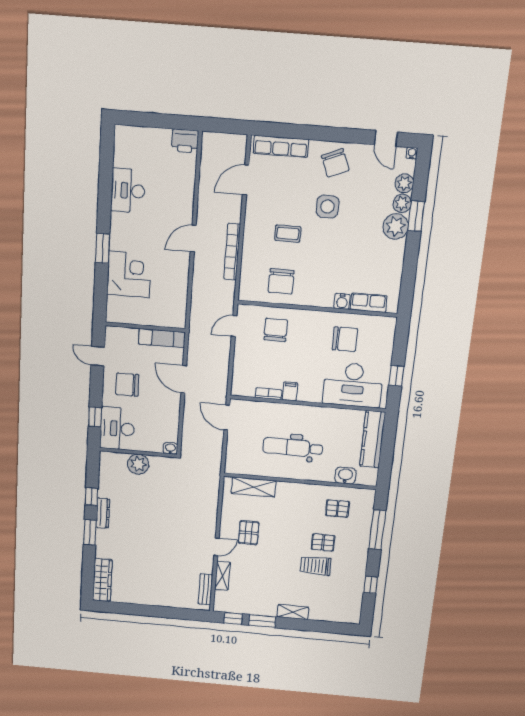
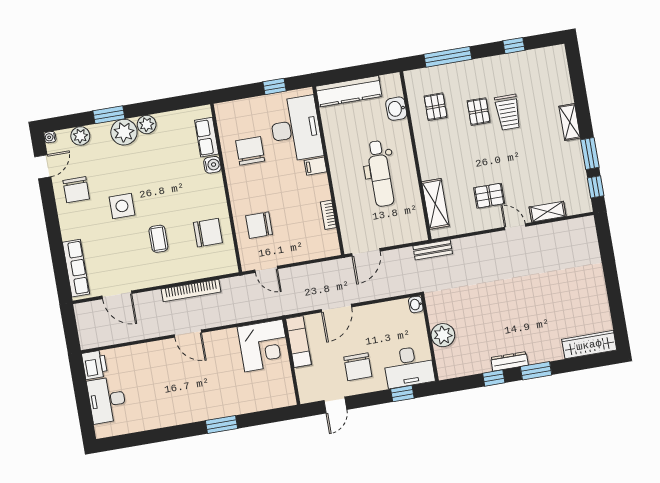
chair: (335, 163) -> (76, 190), moved, turned 113
desk: (128, 191) -> (107, 400), moved, turned 90
plant: (402, 203) -> (147, 125), moved
corner desk: (129, 274) -> (264, 346), moved, turned 180
filing cabinet: (290, 391) -> (316, 166), moved
bench: (205, 589) -> (433, 250), moved

